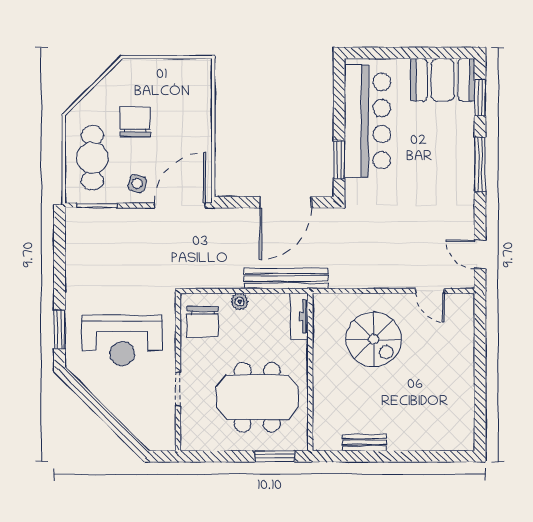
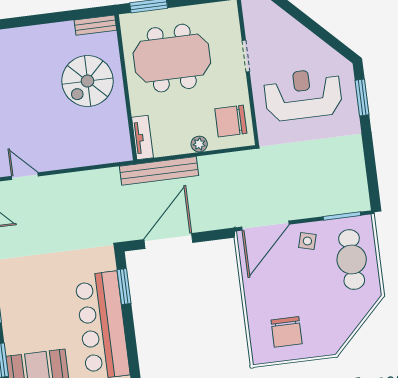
chair: (135, 122) -> (287, 332), moved
chair: (203, 322) -> (231, 121), turned -90
spiral stairs: (373, 339) -> (87, 81), moved, turned -90
bench: (365, 443) -> (95, 25), moved

